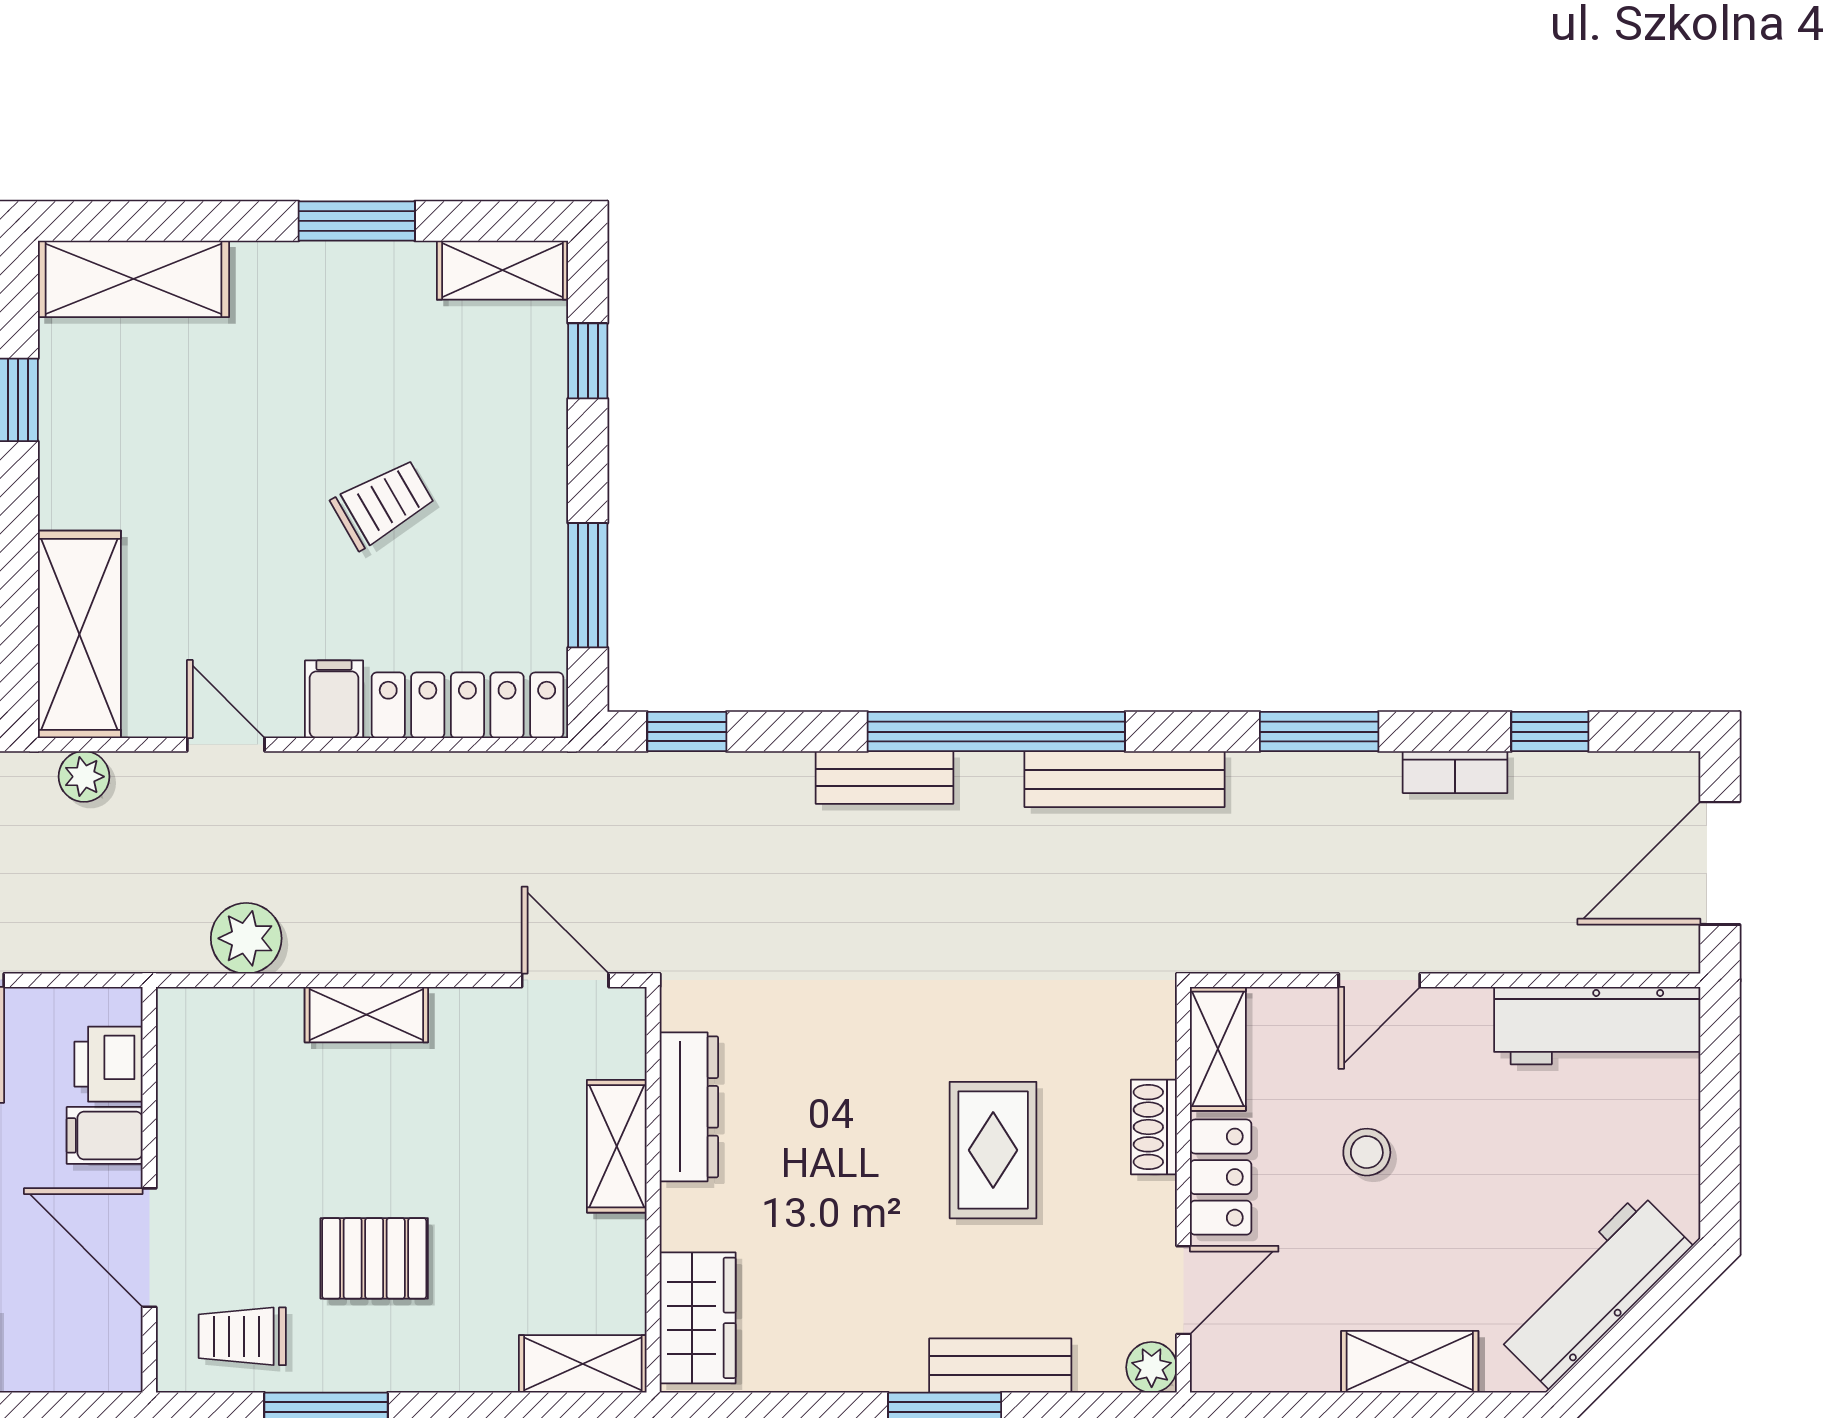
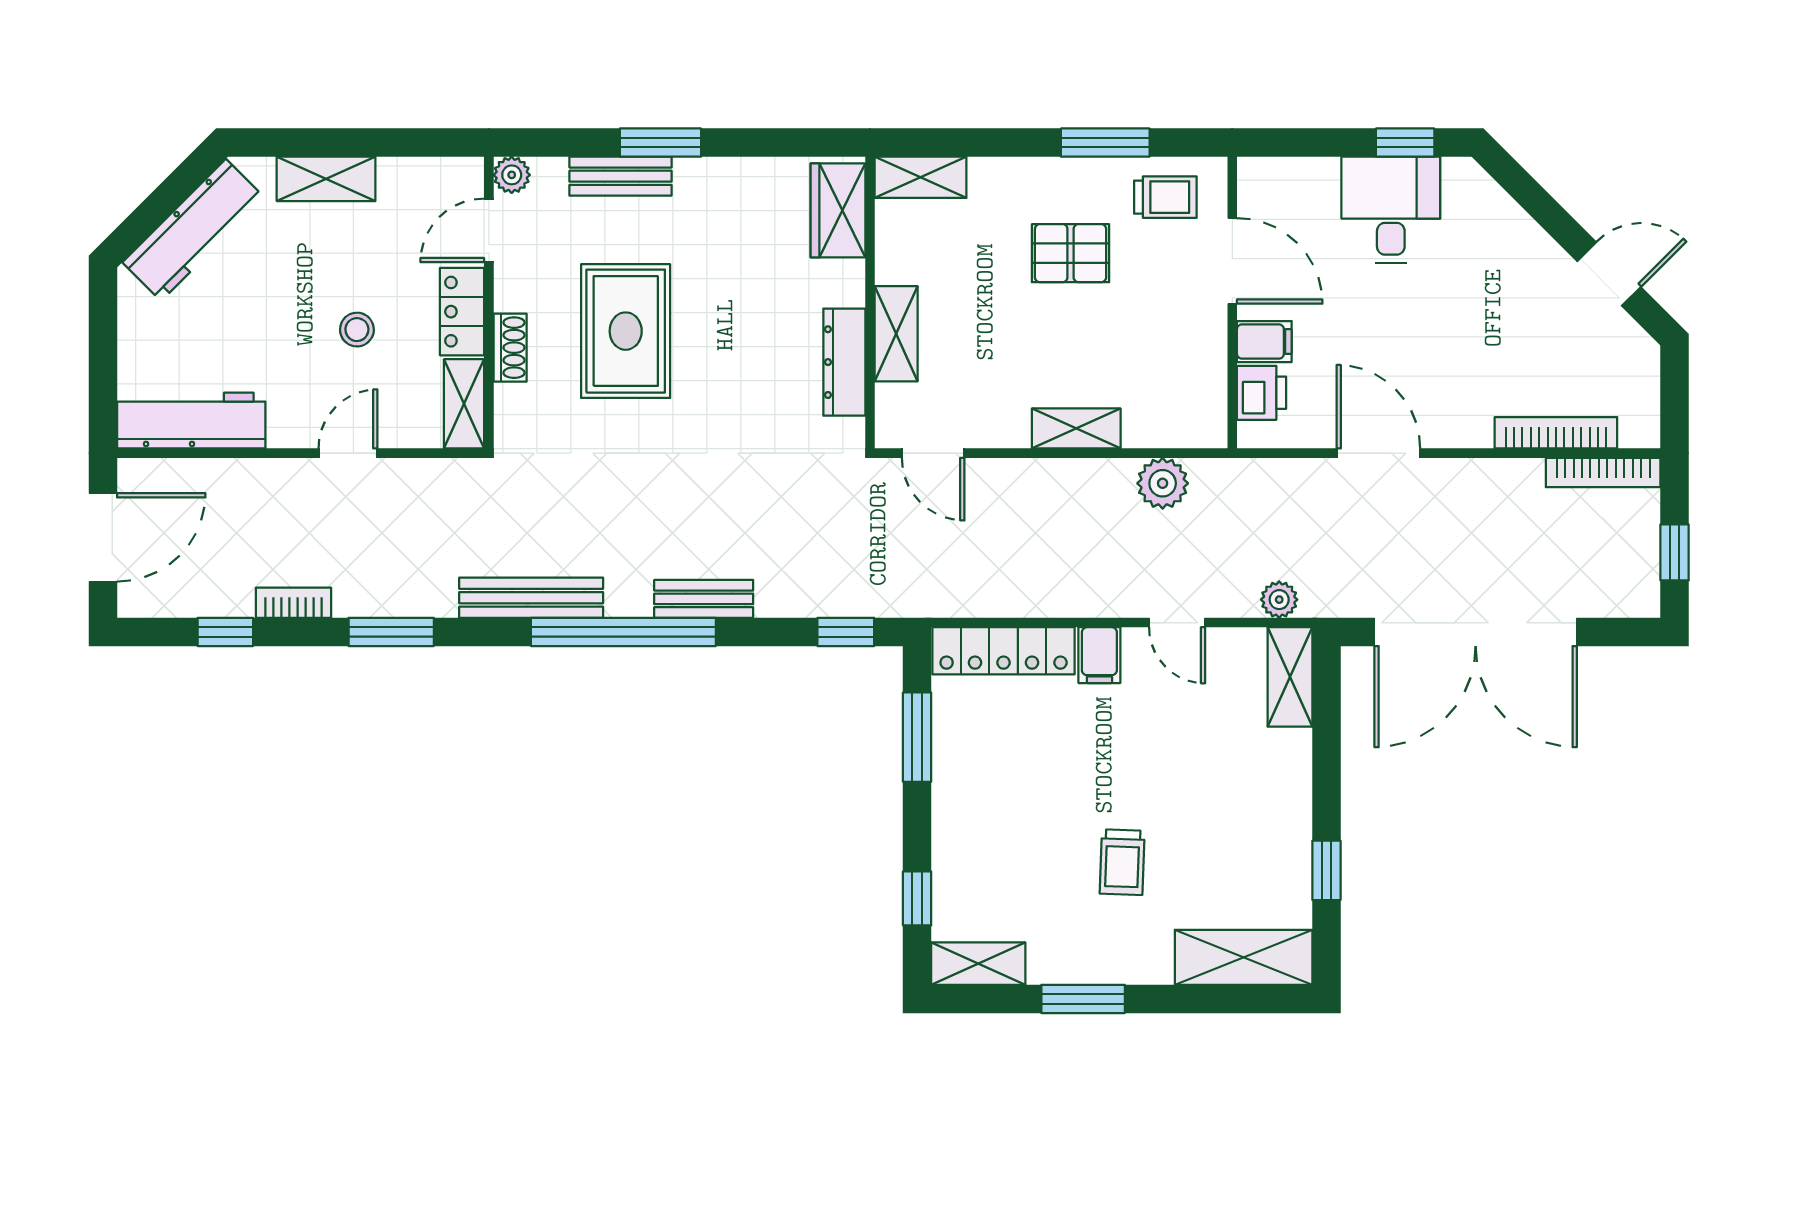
trolley: (383, 504) -> (1122, 862), moved, turned -58
shelving: (79, 634) -> (1290, 677), width x0.67, depth x0.75
rug: (993, 1150) -> (626, 331), width x1.36, depth x1.43

